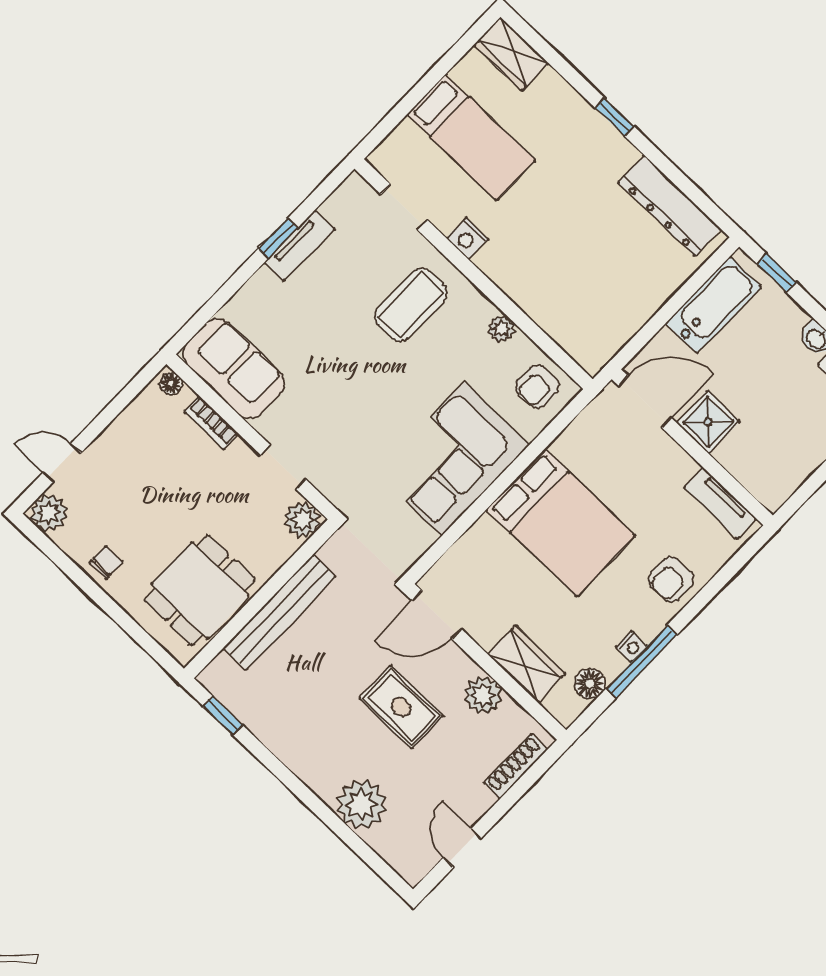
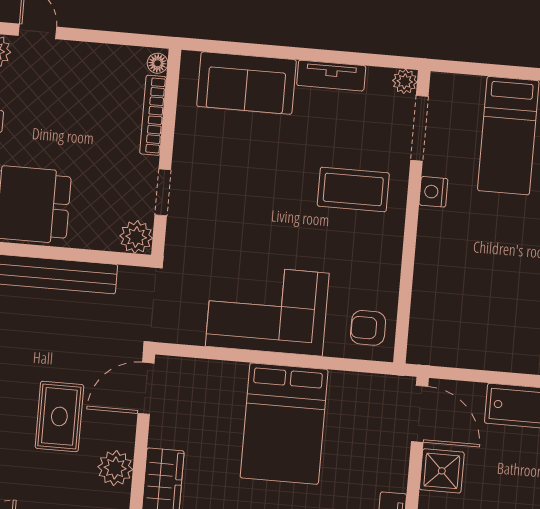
doorway: (404, 207) -> (419, 128), width x1.38
window: (278, 239) -> (324, 56), removed
plant: (501, 329) -> (405, 81), moved
sofa: (234, 369) -> (246, 83), moved, turned 90
bookcase: (212, 423) -> (153, 115), width x1.56
door: (437, 615) -> (146, 388), hinge flipped

